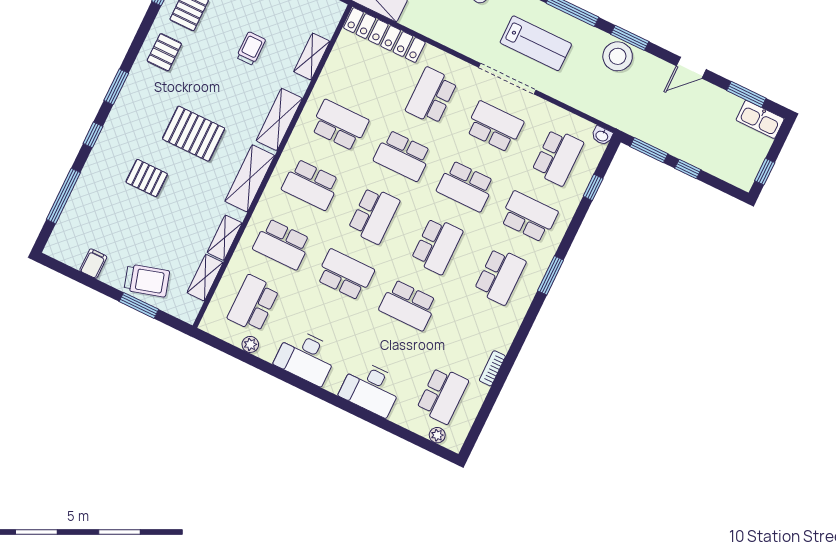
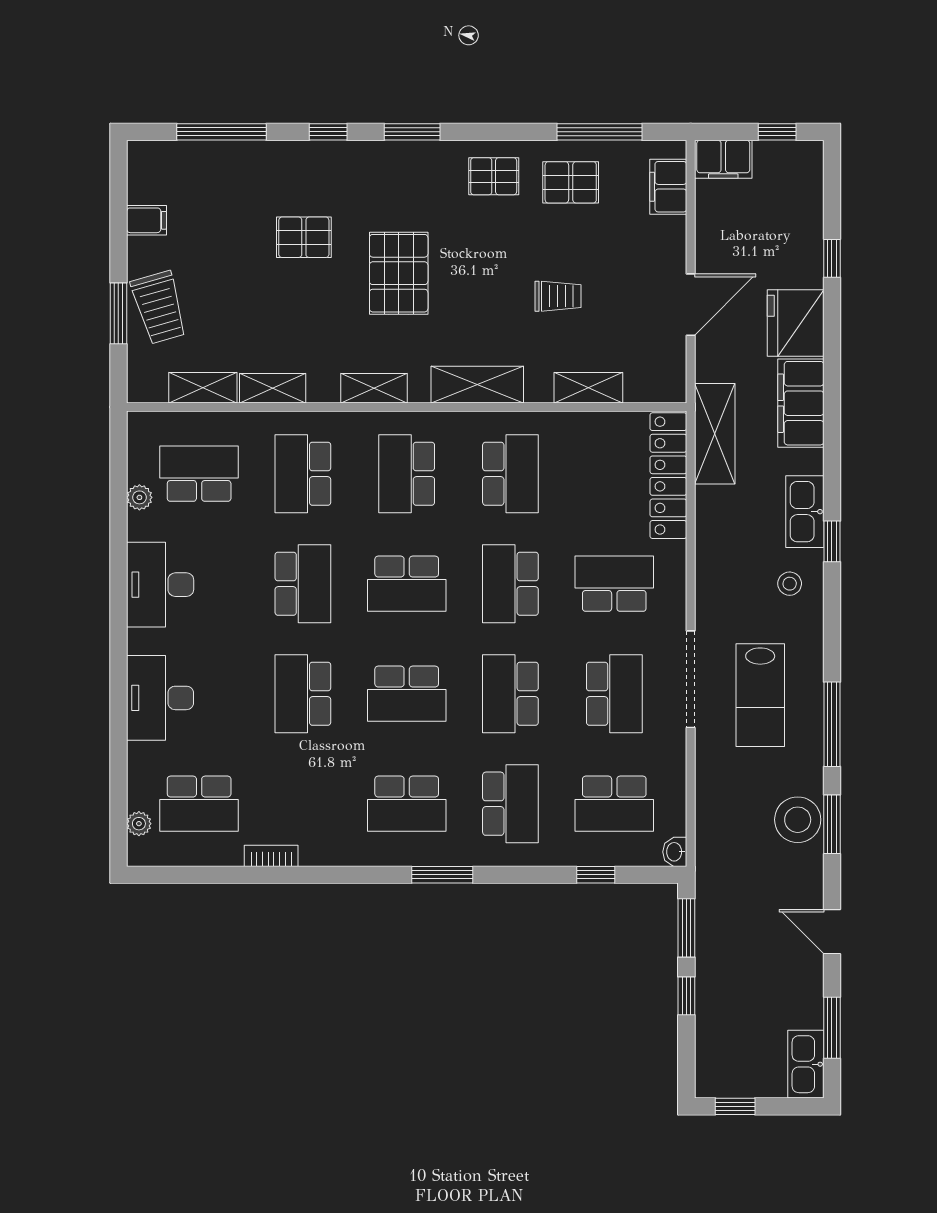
pallet: (147, 178) -> (304, 237), turned 90
shelving: (250, 178) -> (374, 388), width x0.67, depth x0.75

